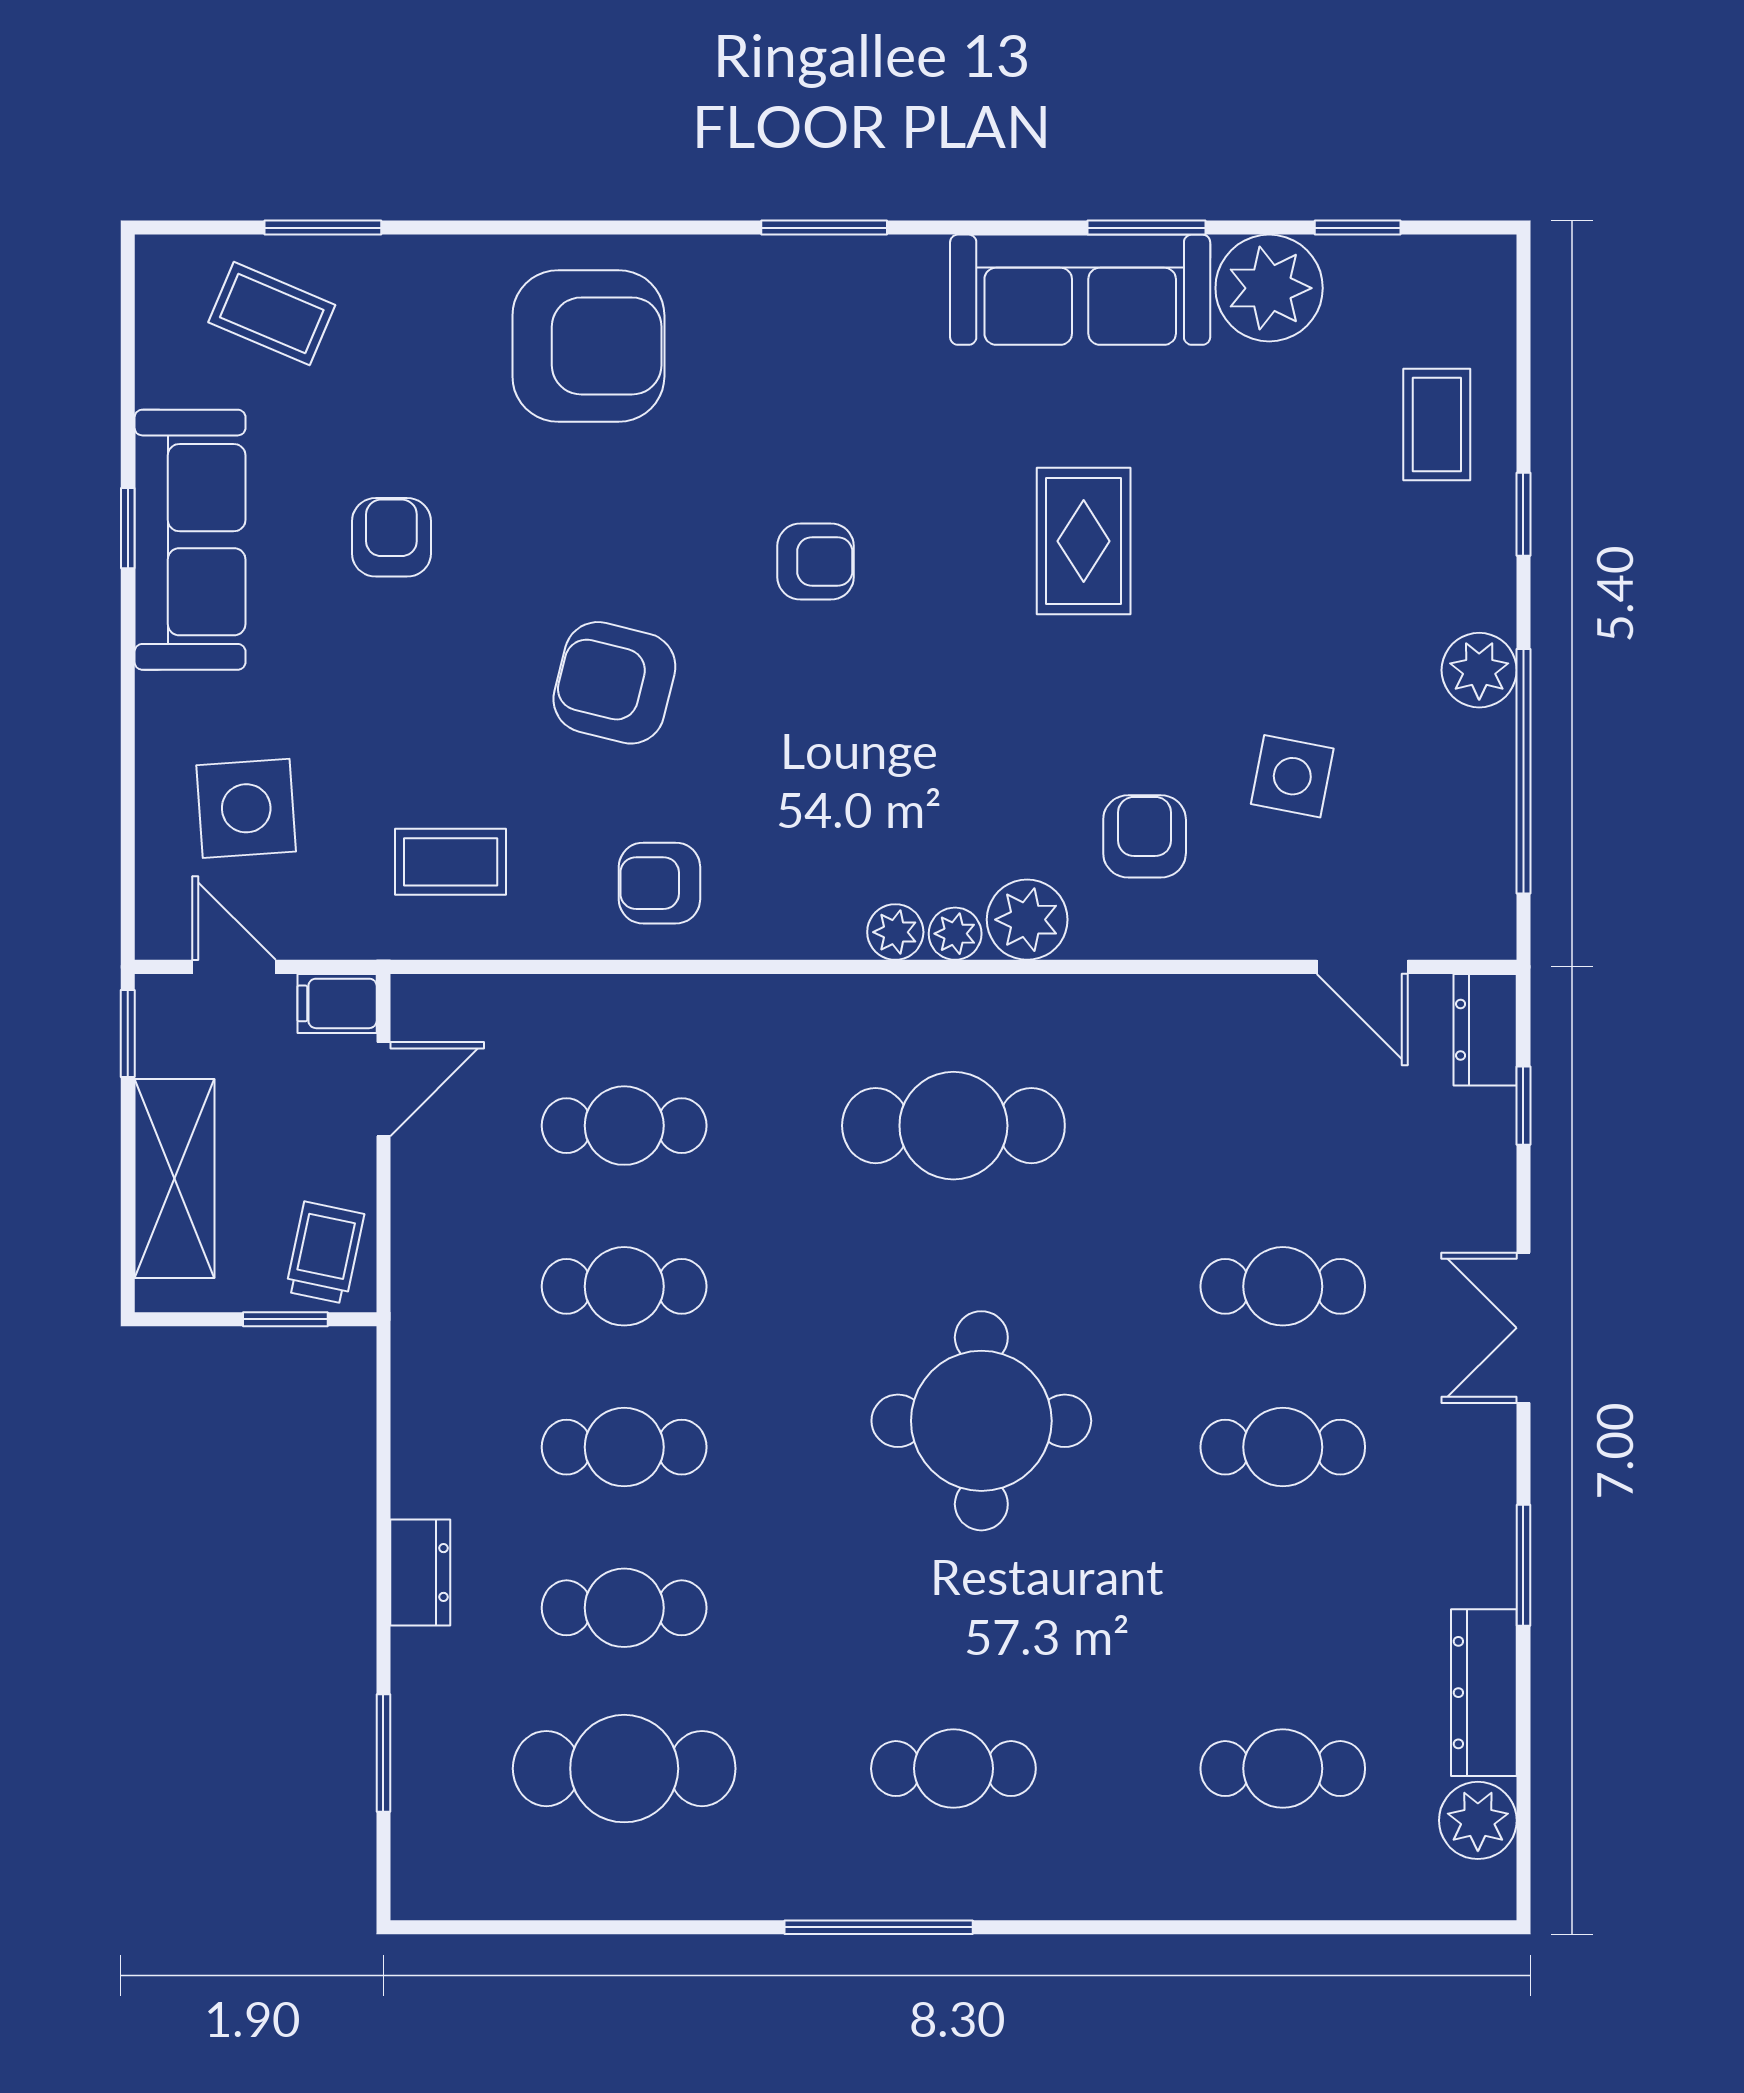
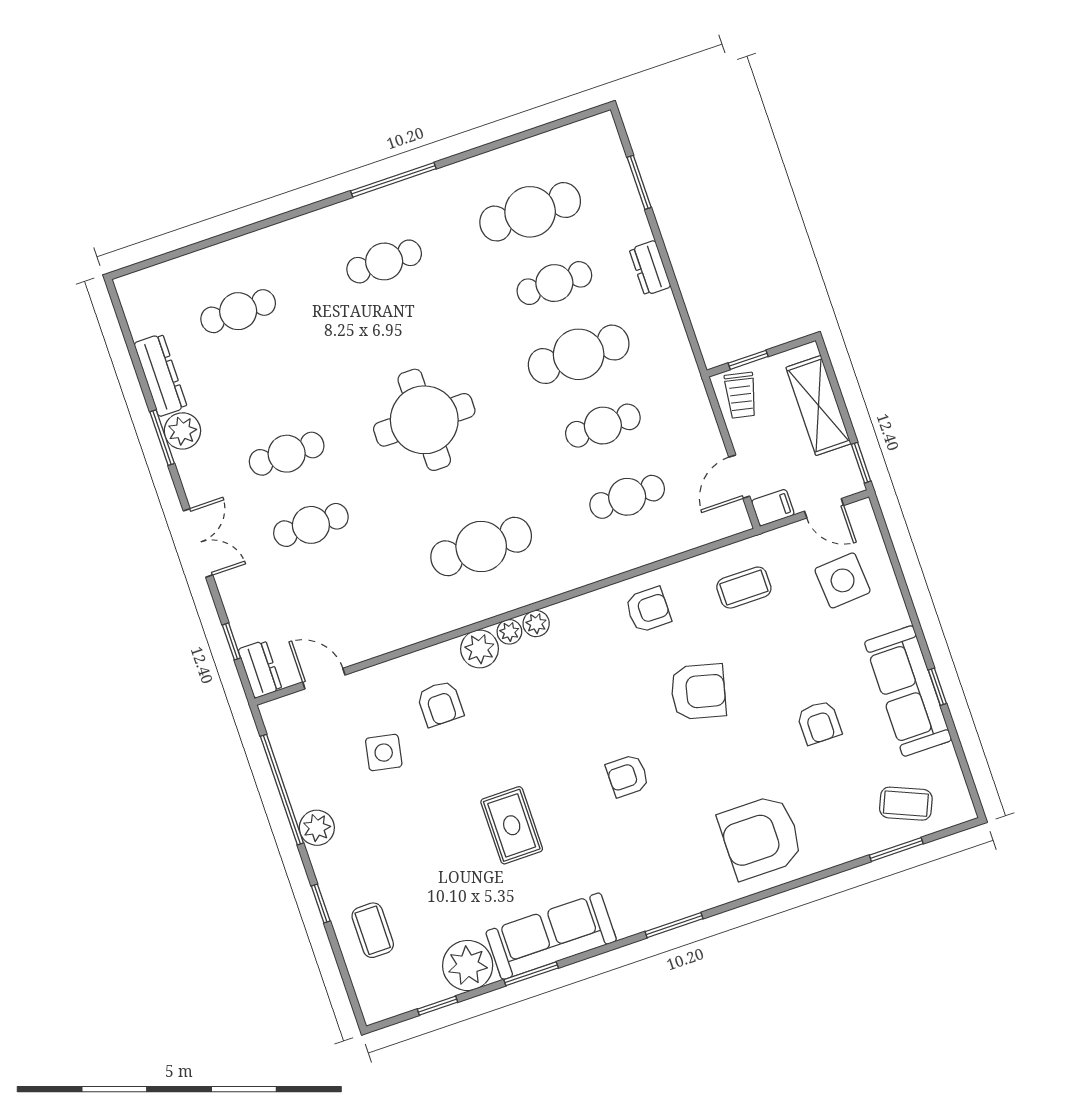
cafe table: (624, 1447) -> (579, 354), width x1.37, depth x1.35
plant: (1478, 1820) -> (182, 431), moved

